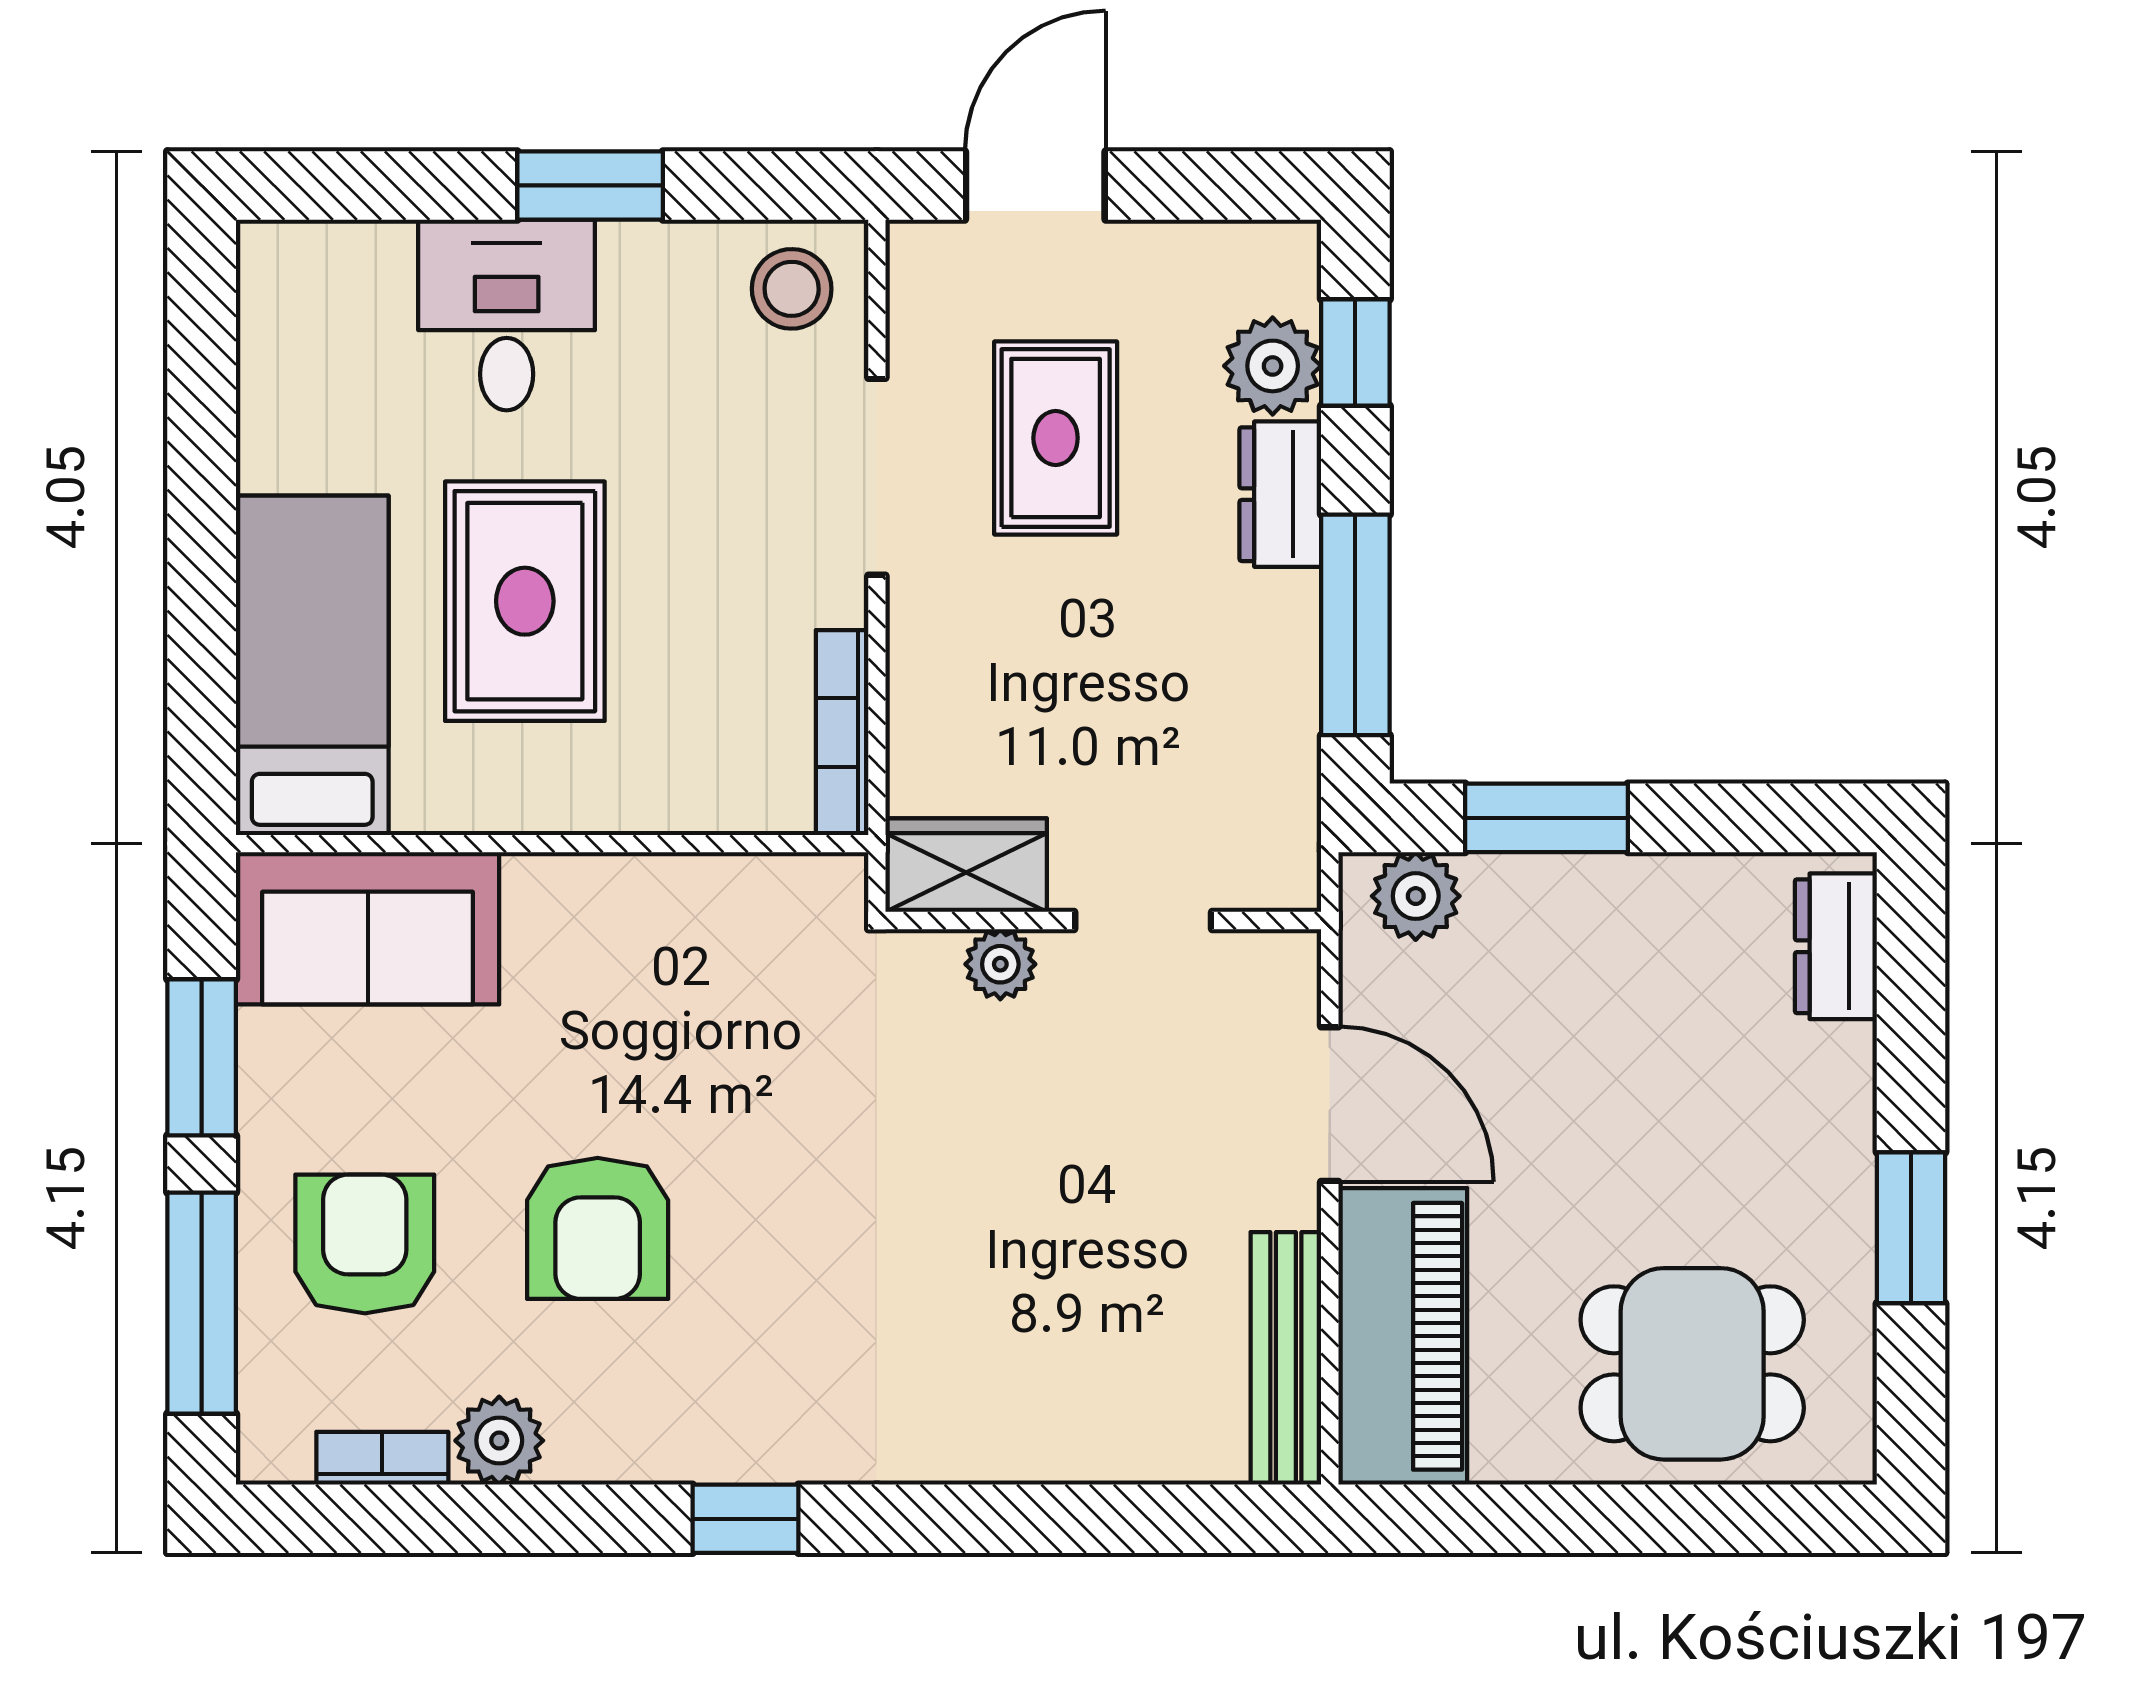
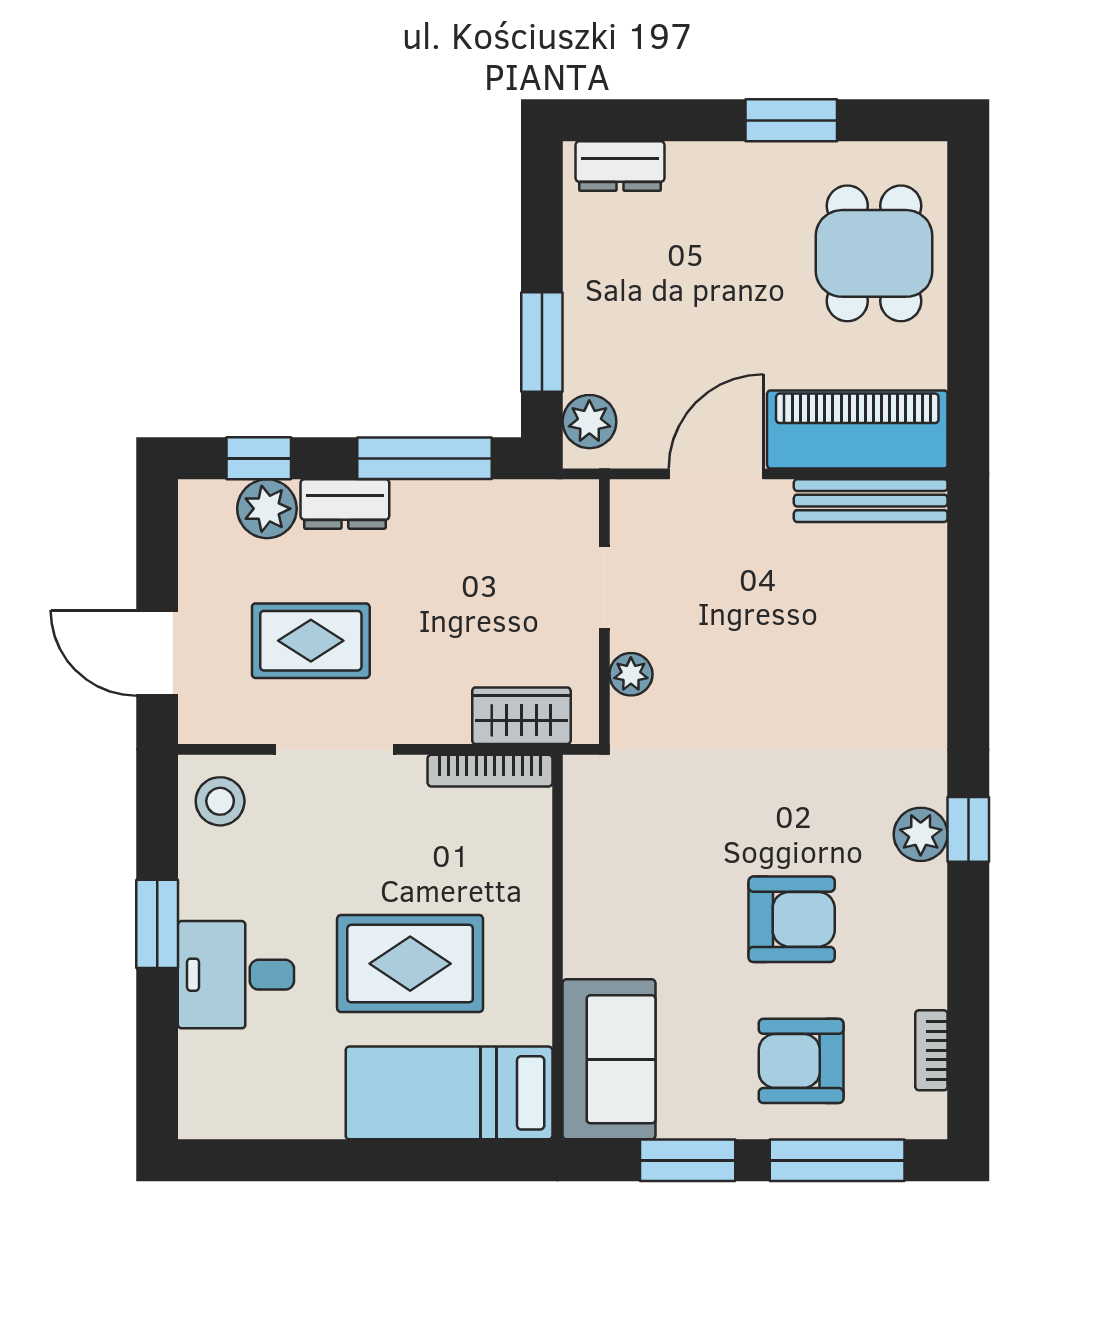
wardrobe: (966, 865) -> (521, 716), moved, turned 90
plant: (499, 1441) -> (921, 834), moved

